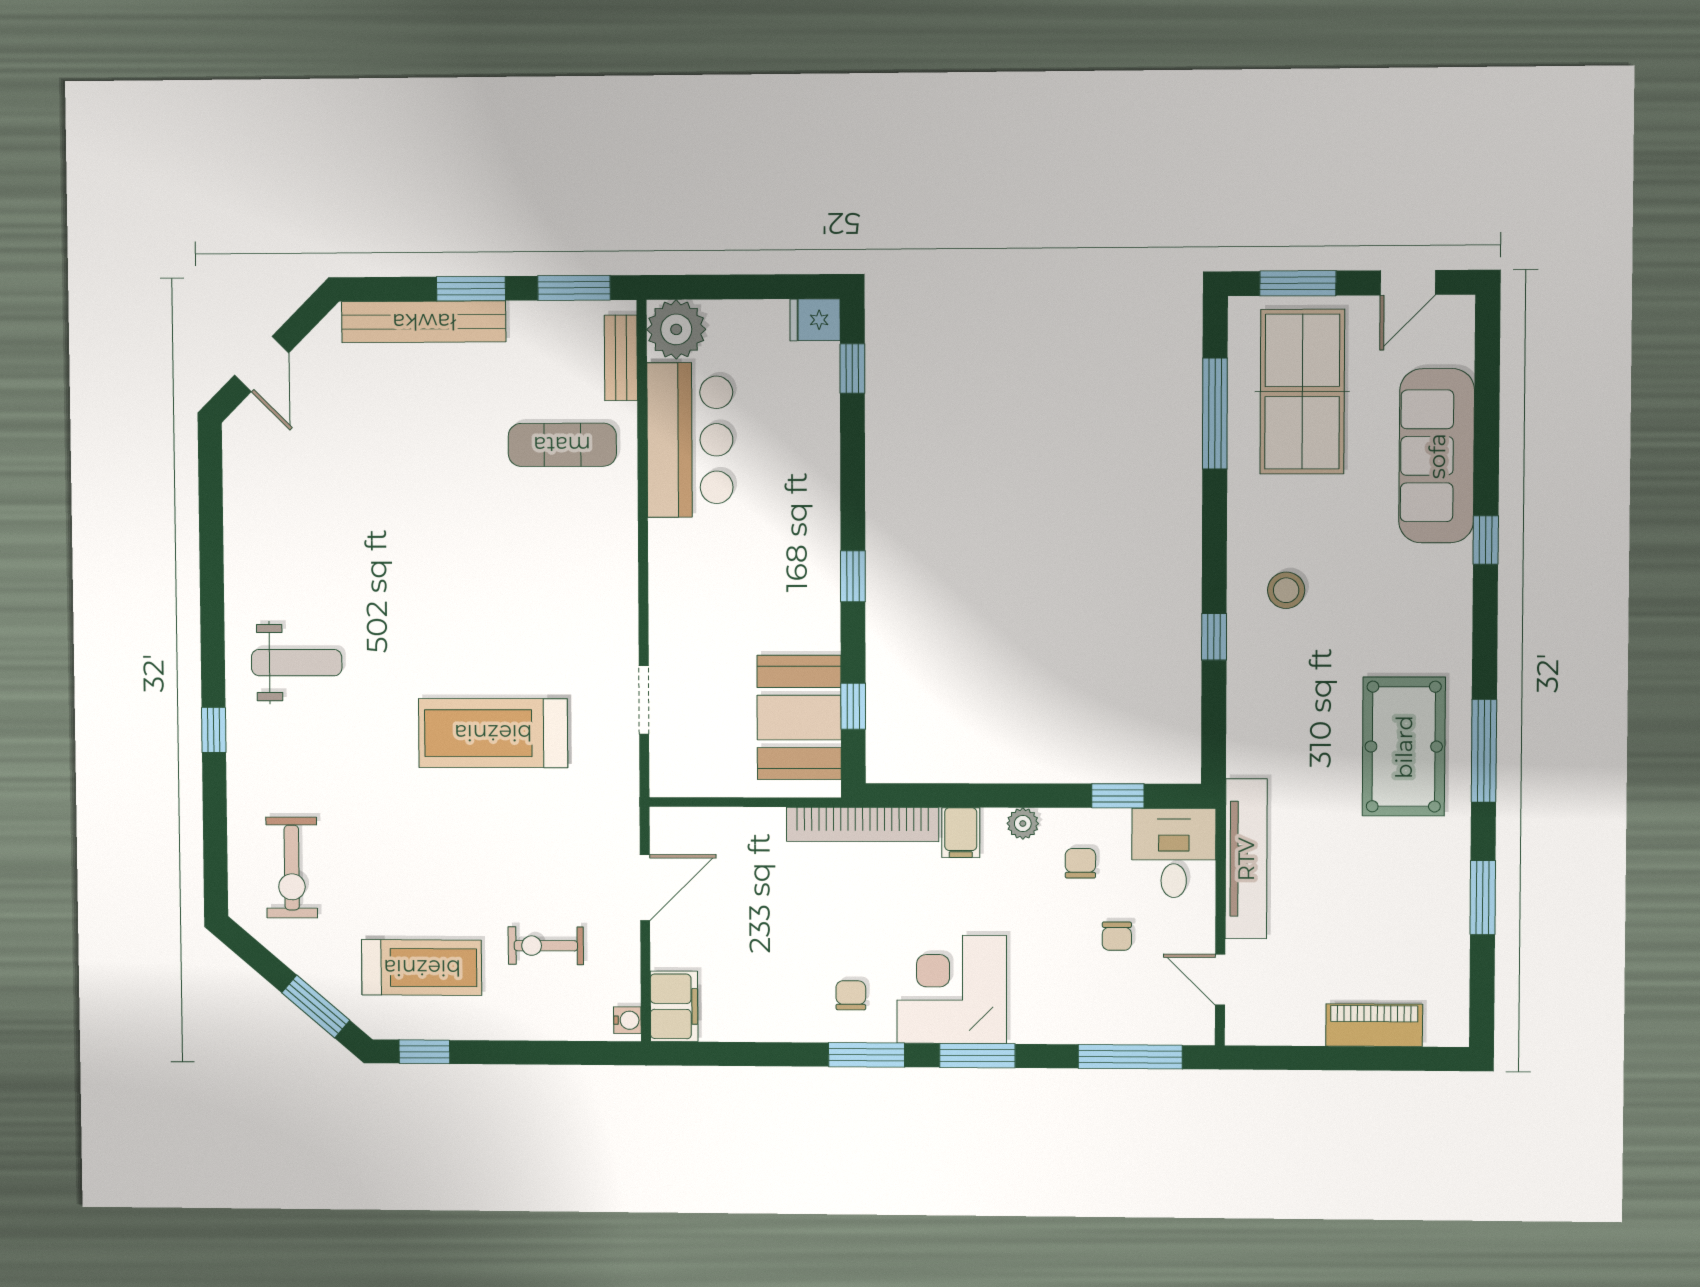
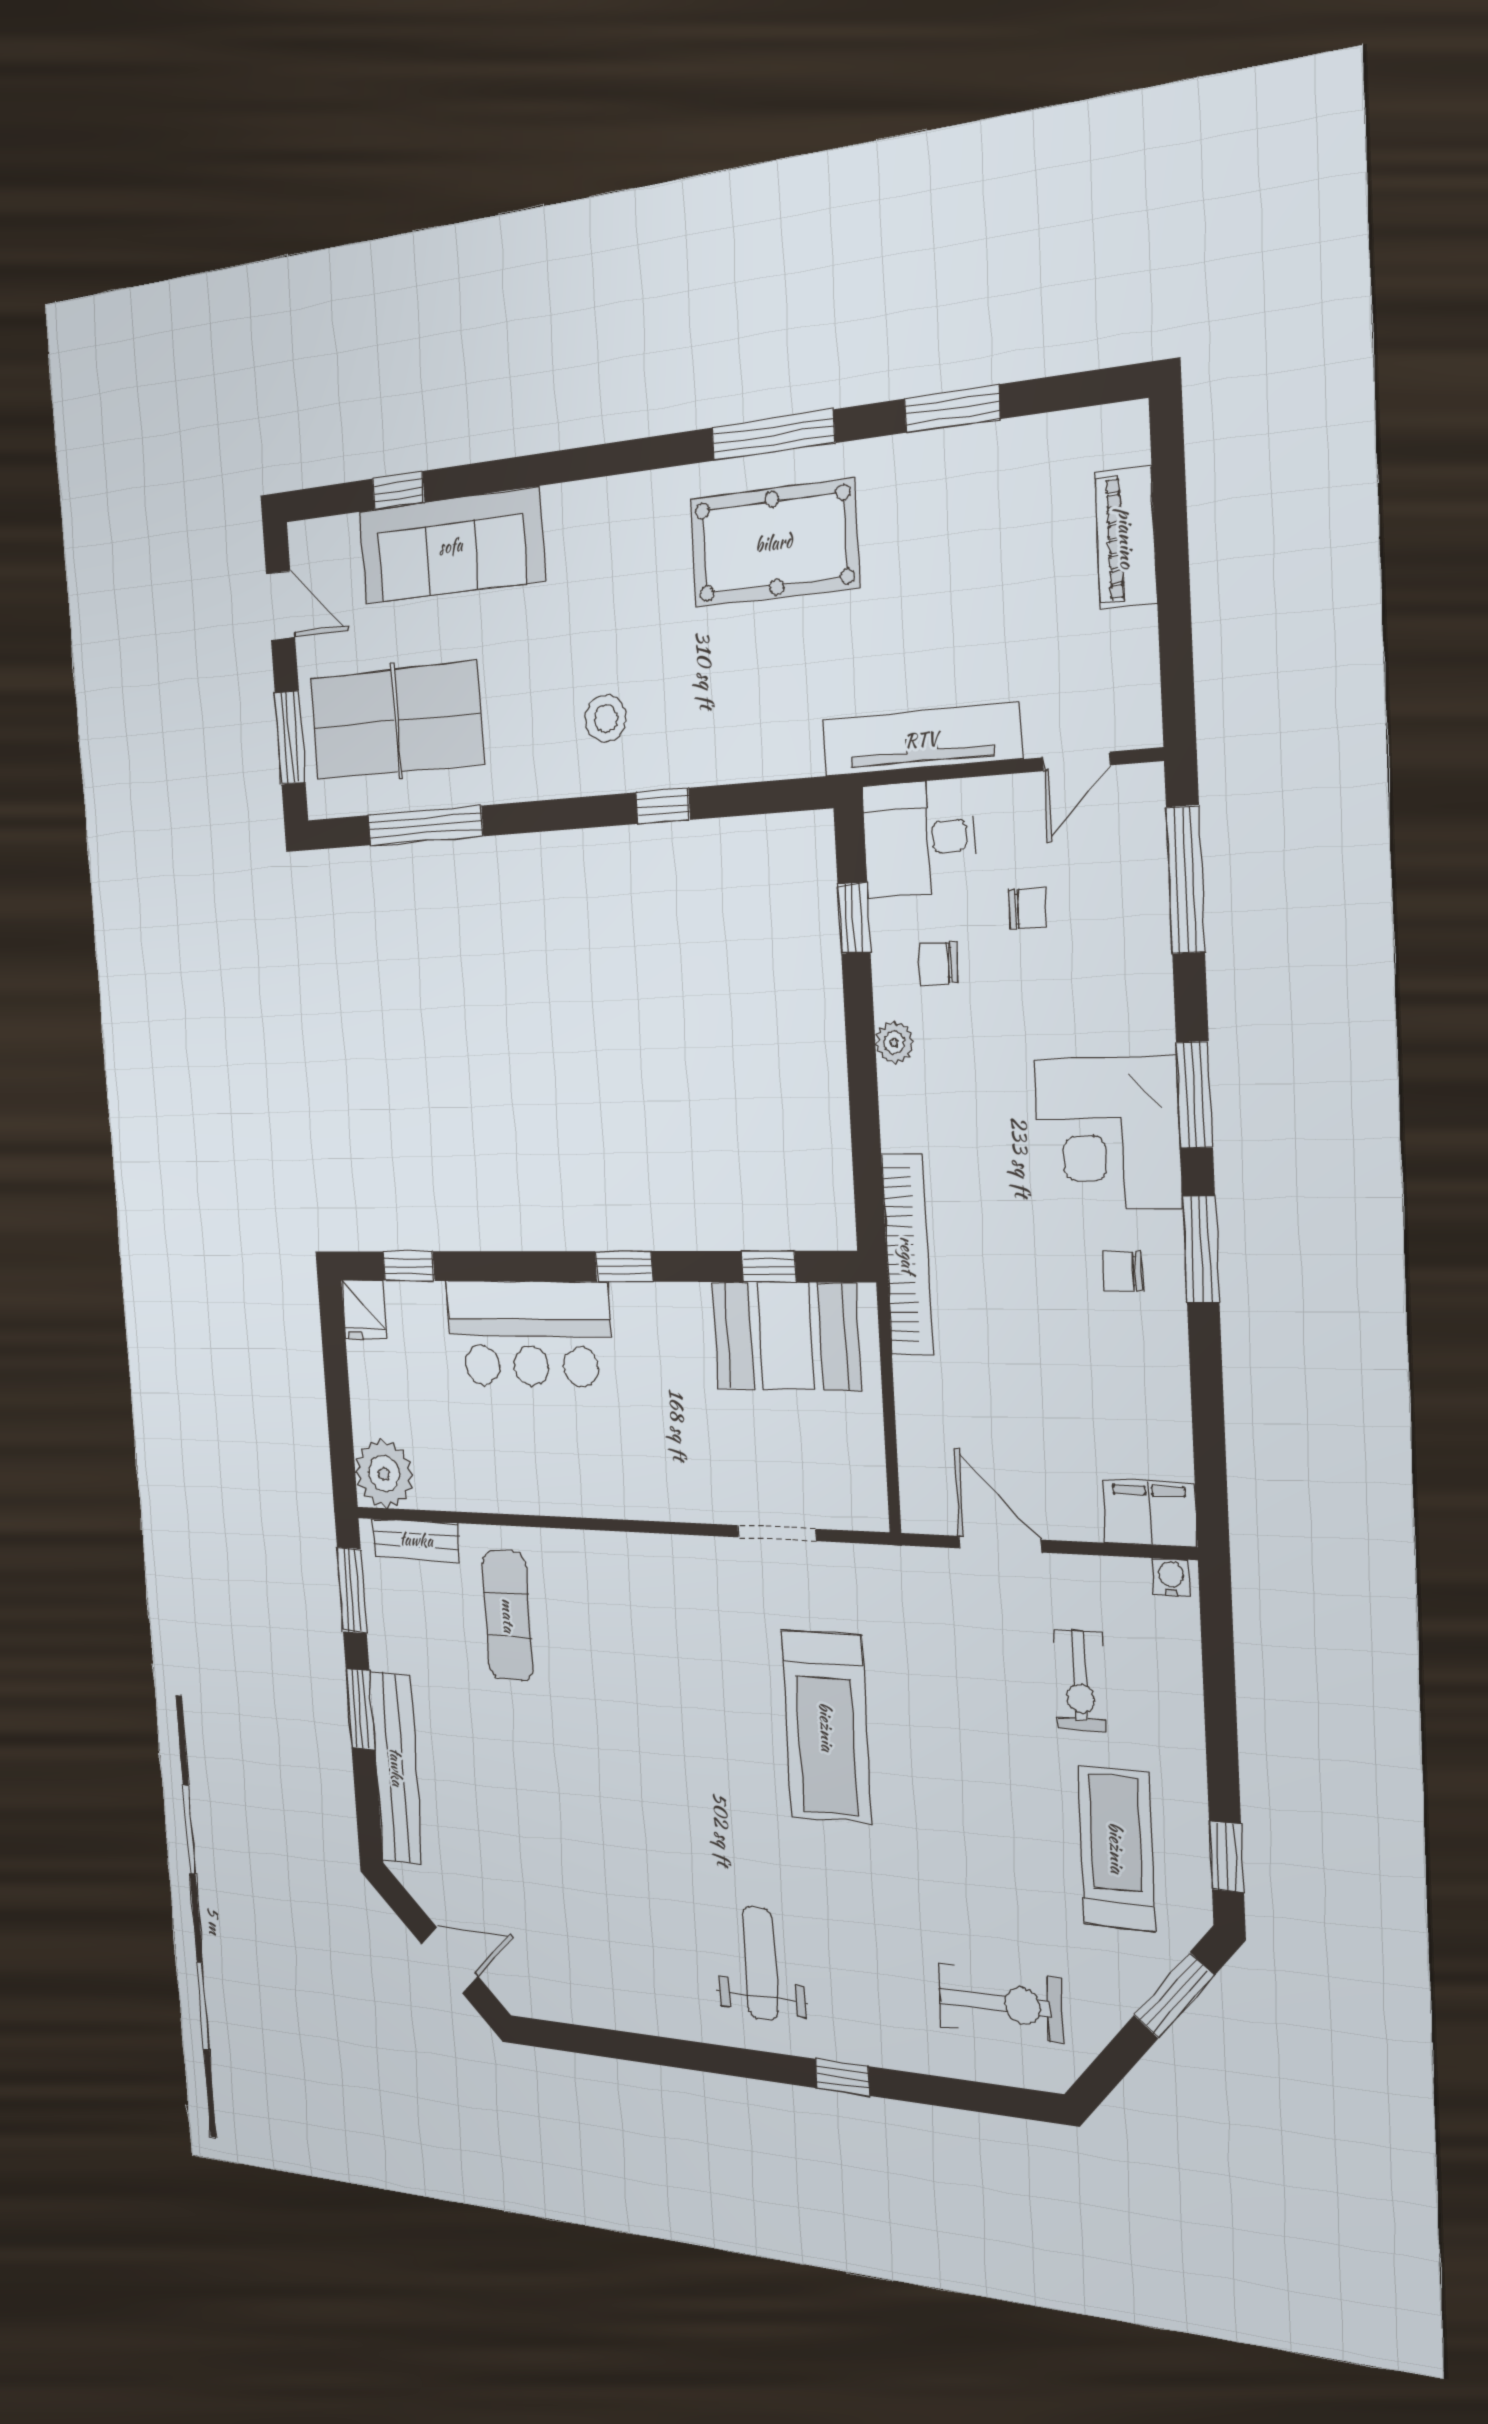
bar counter: (690, 440) -> (529, 1334), moved, turned 180
window: (1486, 540) -> (398, 490), moved
filing cabinet: (961, 833) -> (910, 1125), removed

